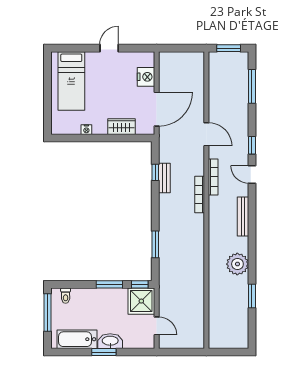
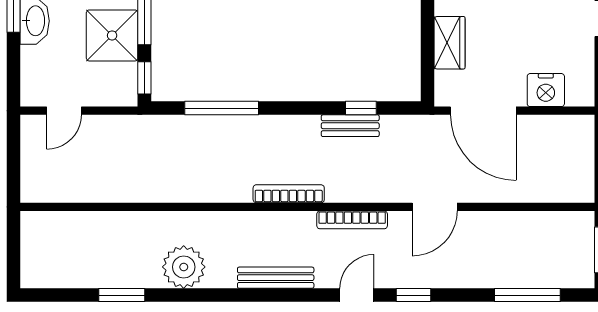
bookcase: (200, 194) -> (289, 194), moved
window: (155, 244) -> (222, 108), width x1.44
shower: (141, 301) -> (112, 35), moved

